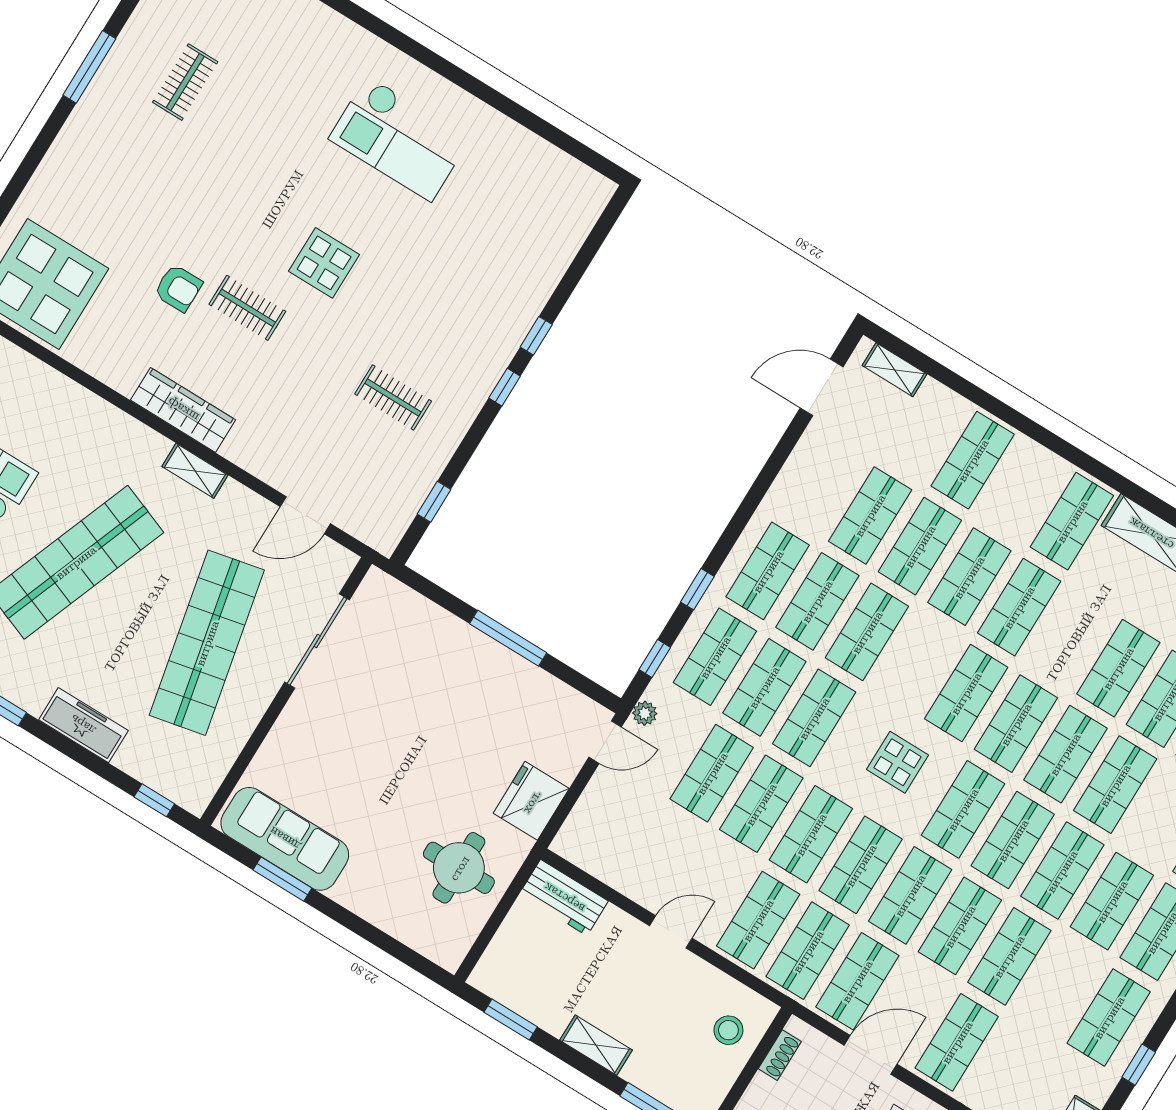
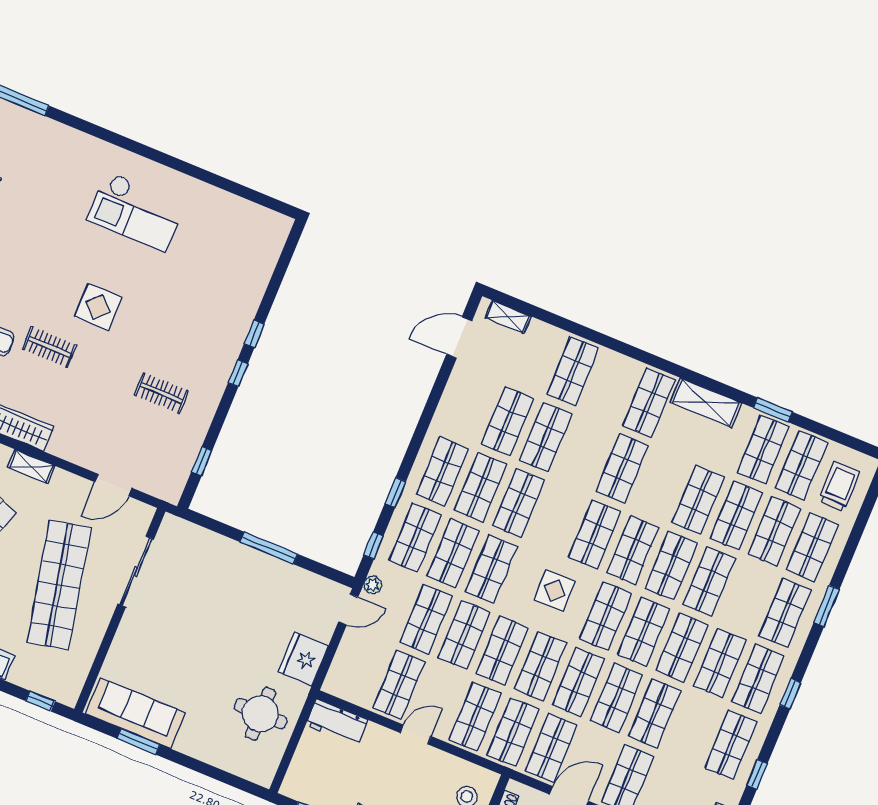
shop shelf: (969, 577) -> (399, 685), moved

